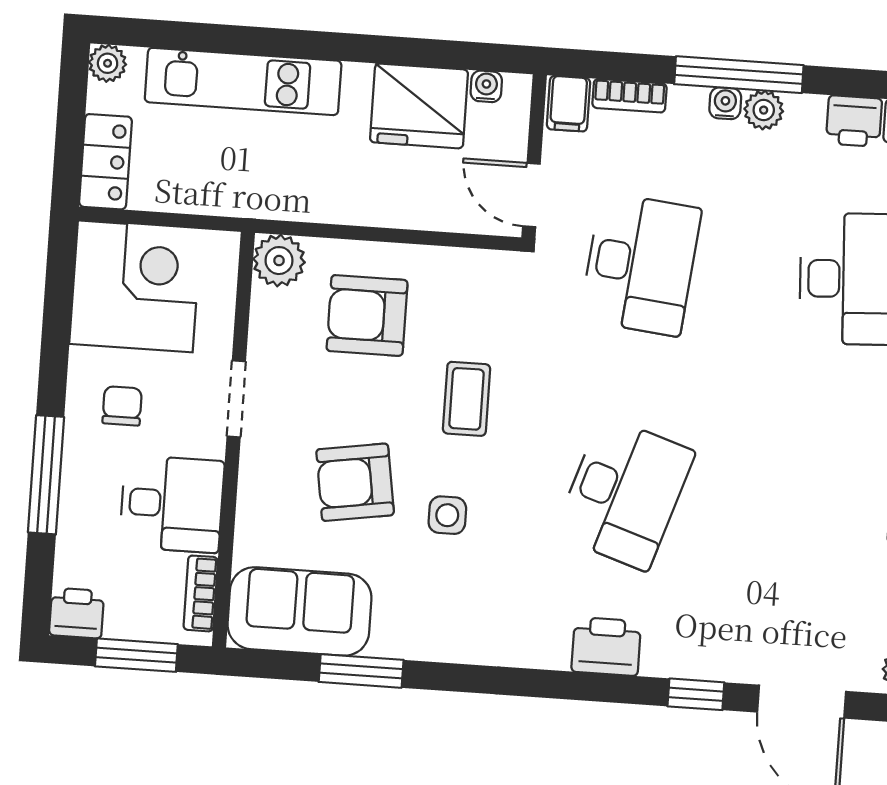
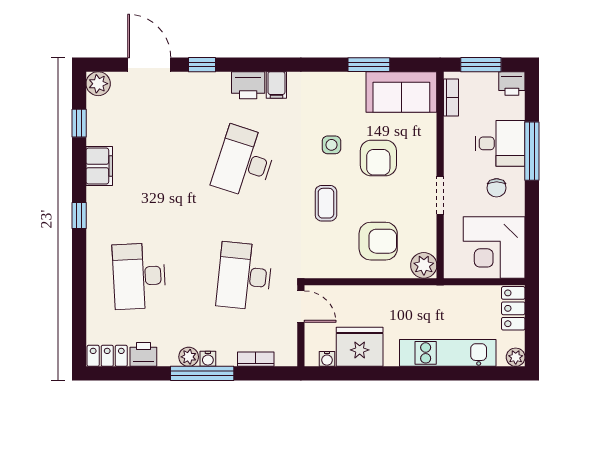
filing cabinet: (568, 104) -> (276, 85), moved, turned 180
armchair: (355, 482) -> (378, 158), turned 99
desk: (172, 504) -> (500, 143), moved, turned 180

